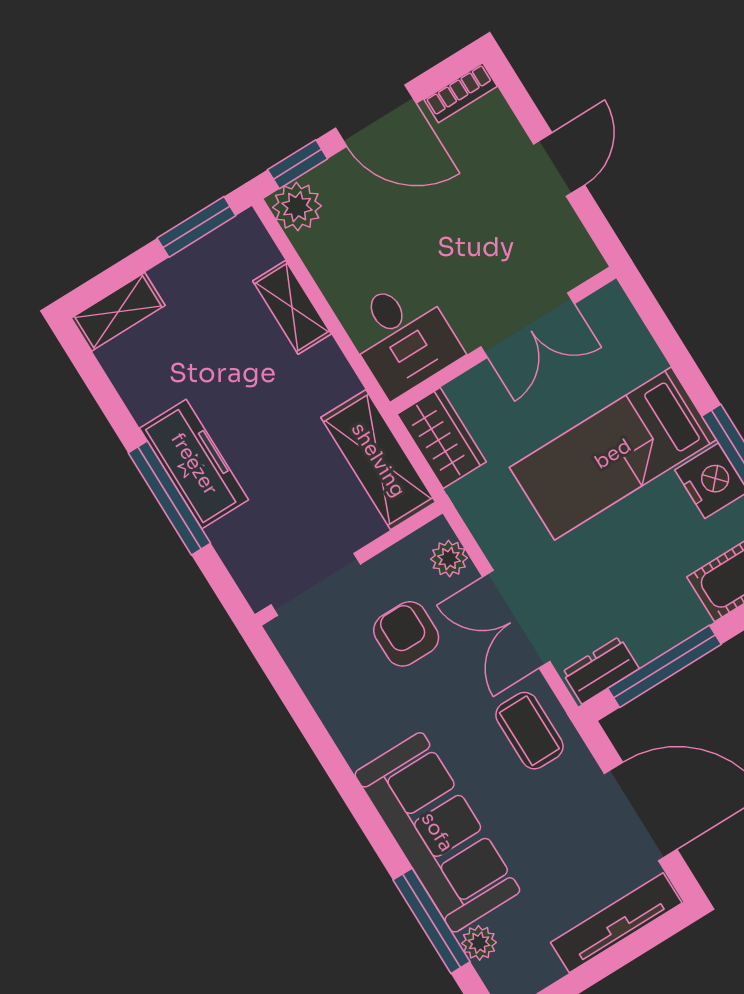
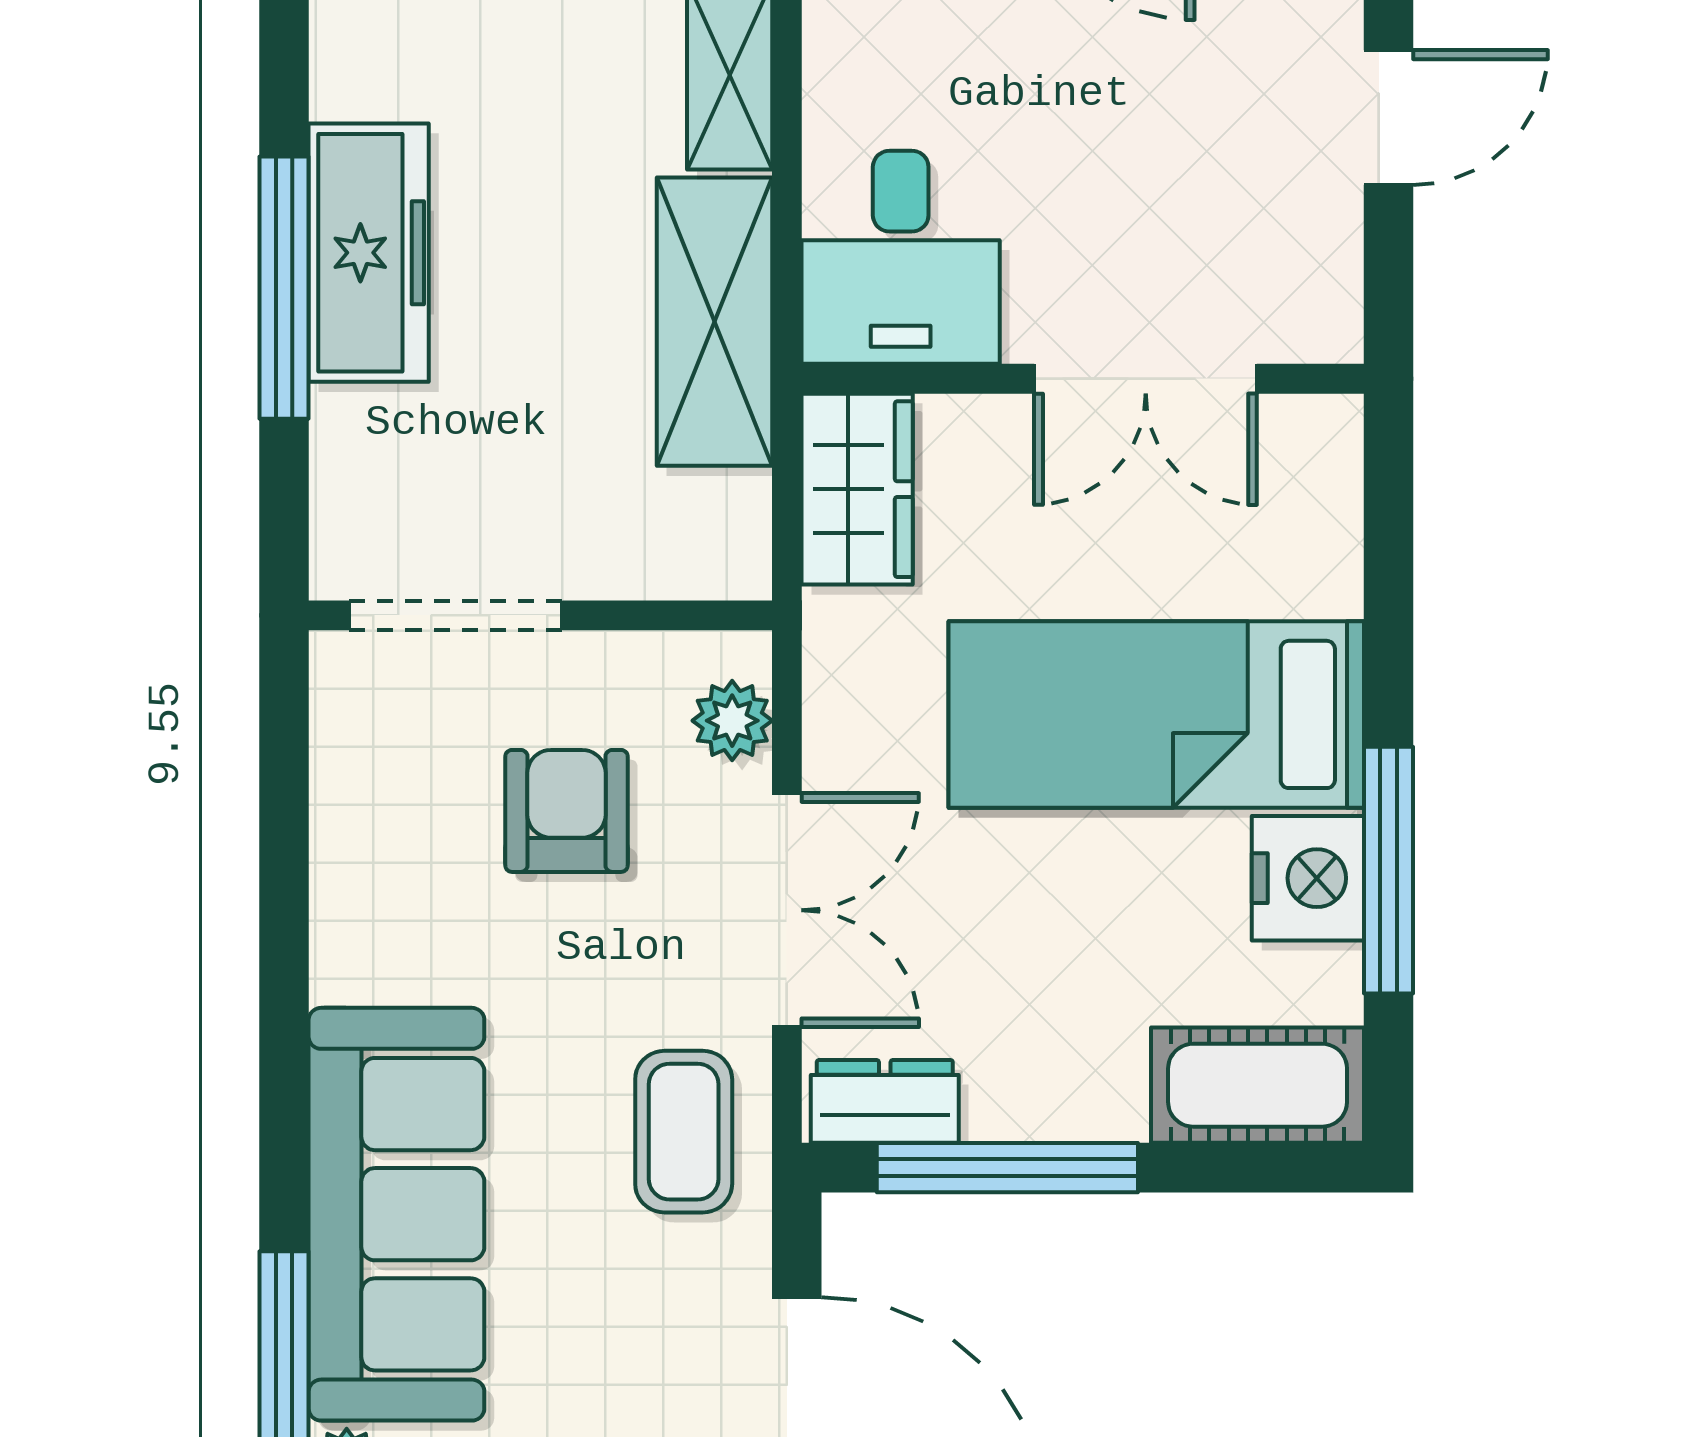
shelving: (378, 460) -> (714, 322), moved
double door: (516, 619) -> (787, 910), swing flipped

